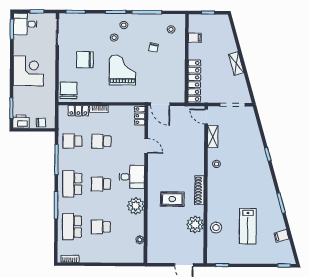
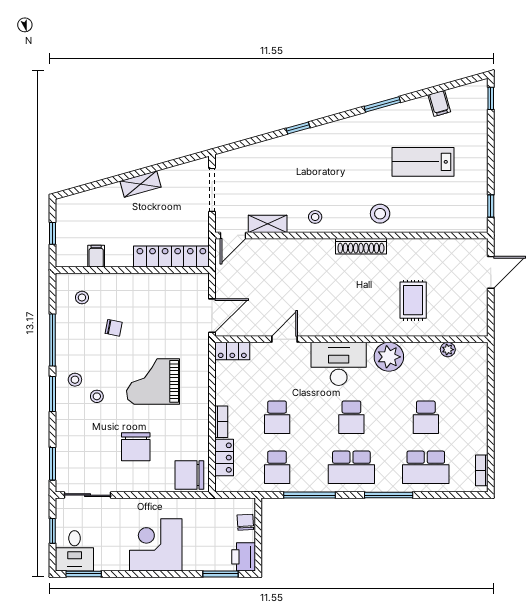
desk: (132, 177) -> (339, 364), width x1.37
rug: (172, 199) -> (413, 300), moved
plant: (195, 225) -> (421, 253), removed
lab bench: (248, 226) -> (423, 162), turned 180
stool: (216, 228) -> (380, 214), moved

